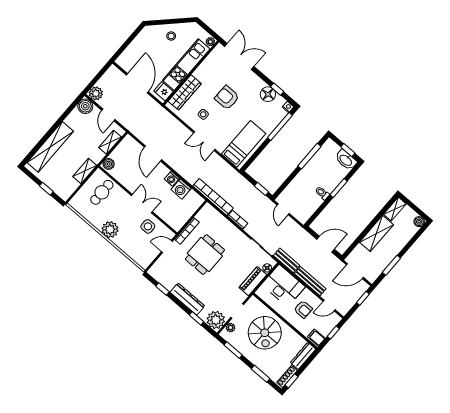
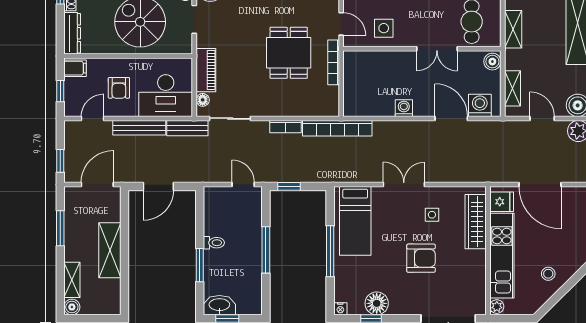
window: (280, 127) -> (330, 251), moved
window: (309, 156) -> (266, 250), moved
washing machine: (181, 189) -> (480, 105), moved
double door: (142, 204) -> (437, 49), moved
shelving: (395, 209) -> (72, 280), moved
door: (167, 247) -> (341, 24), hinge flipped
armchair: (303, 309) -> (119, 88), turned -90

